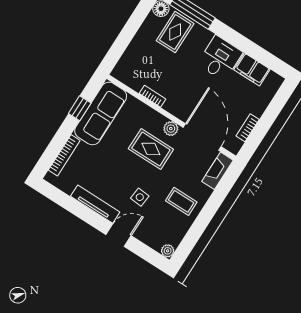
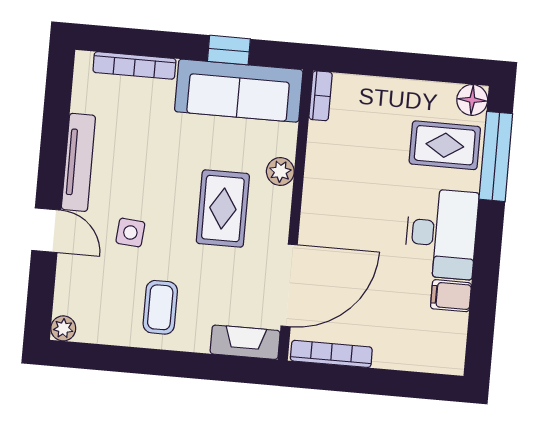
desk: (220, 58) -> (441, 234), width x1.37
filing cabinet: (252, 69) -> (451, 296), width x0.50
bookcase: (153, 96) -> (321, 96), moved
bookcase: (248, 128) -> (331, 354), width x1.56
plant: (171, 129) -> (280, 171), moved

